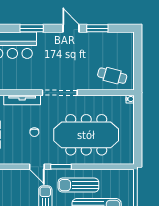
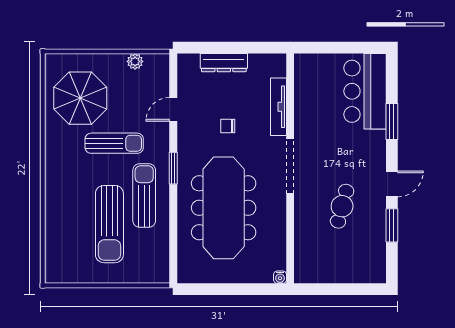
cafe table: (112, 76) -> (342, 206), moved
door: (37, 167) -> (173, 109), moved

